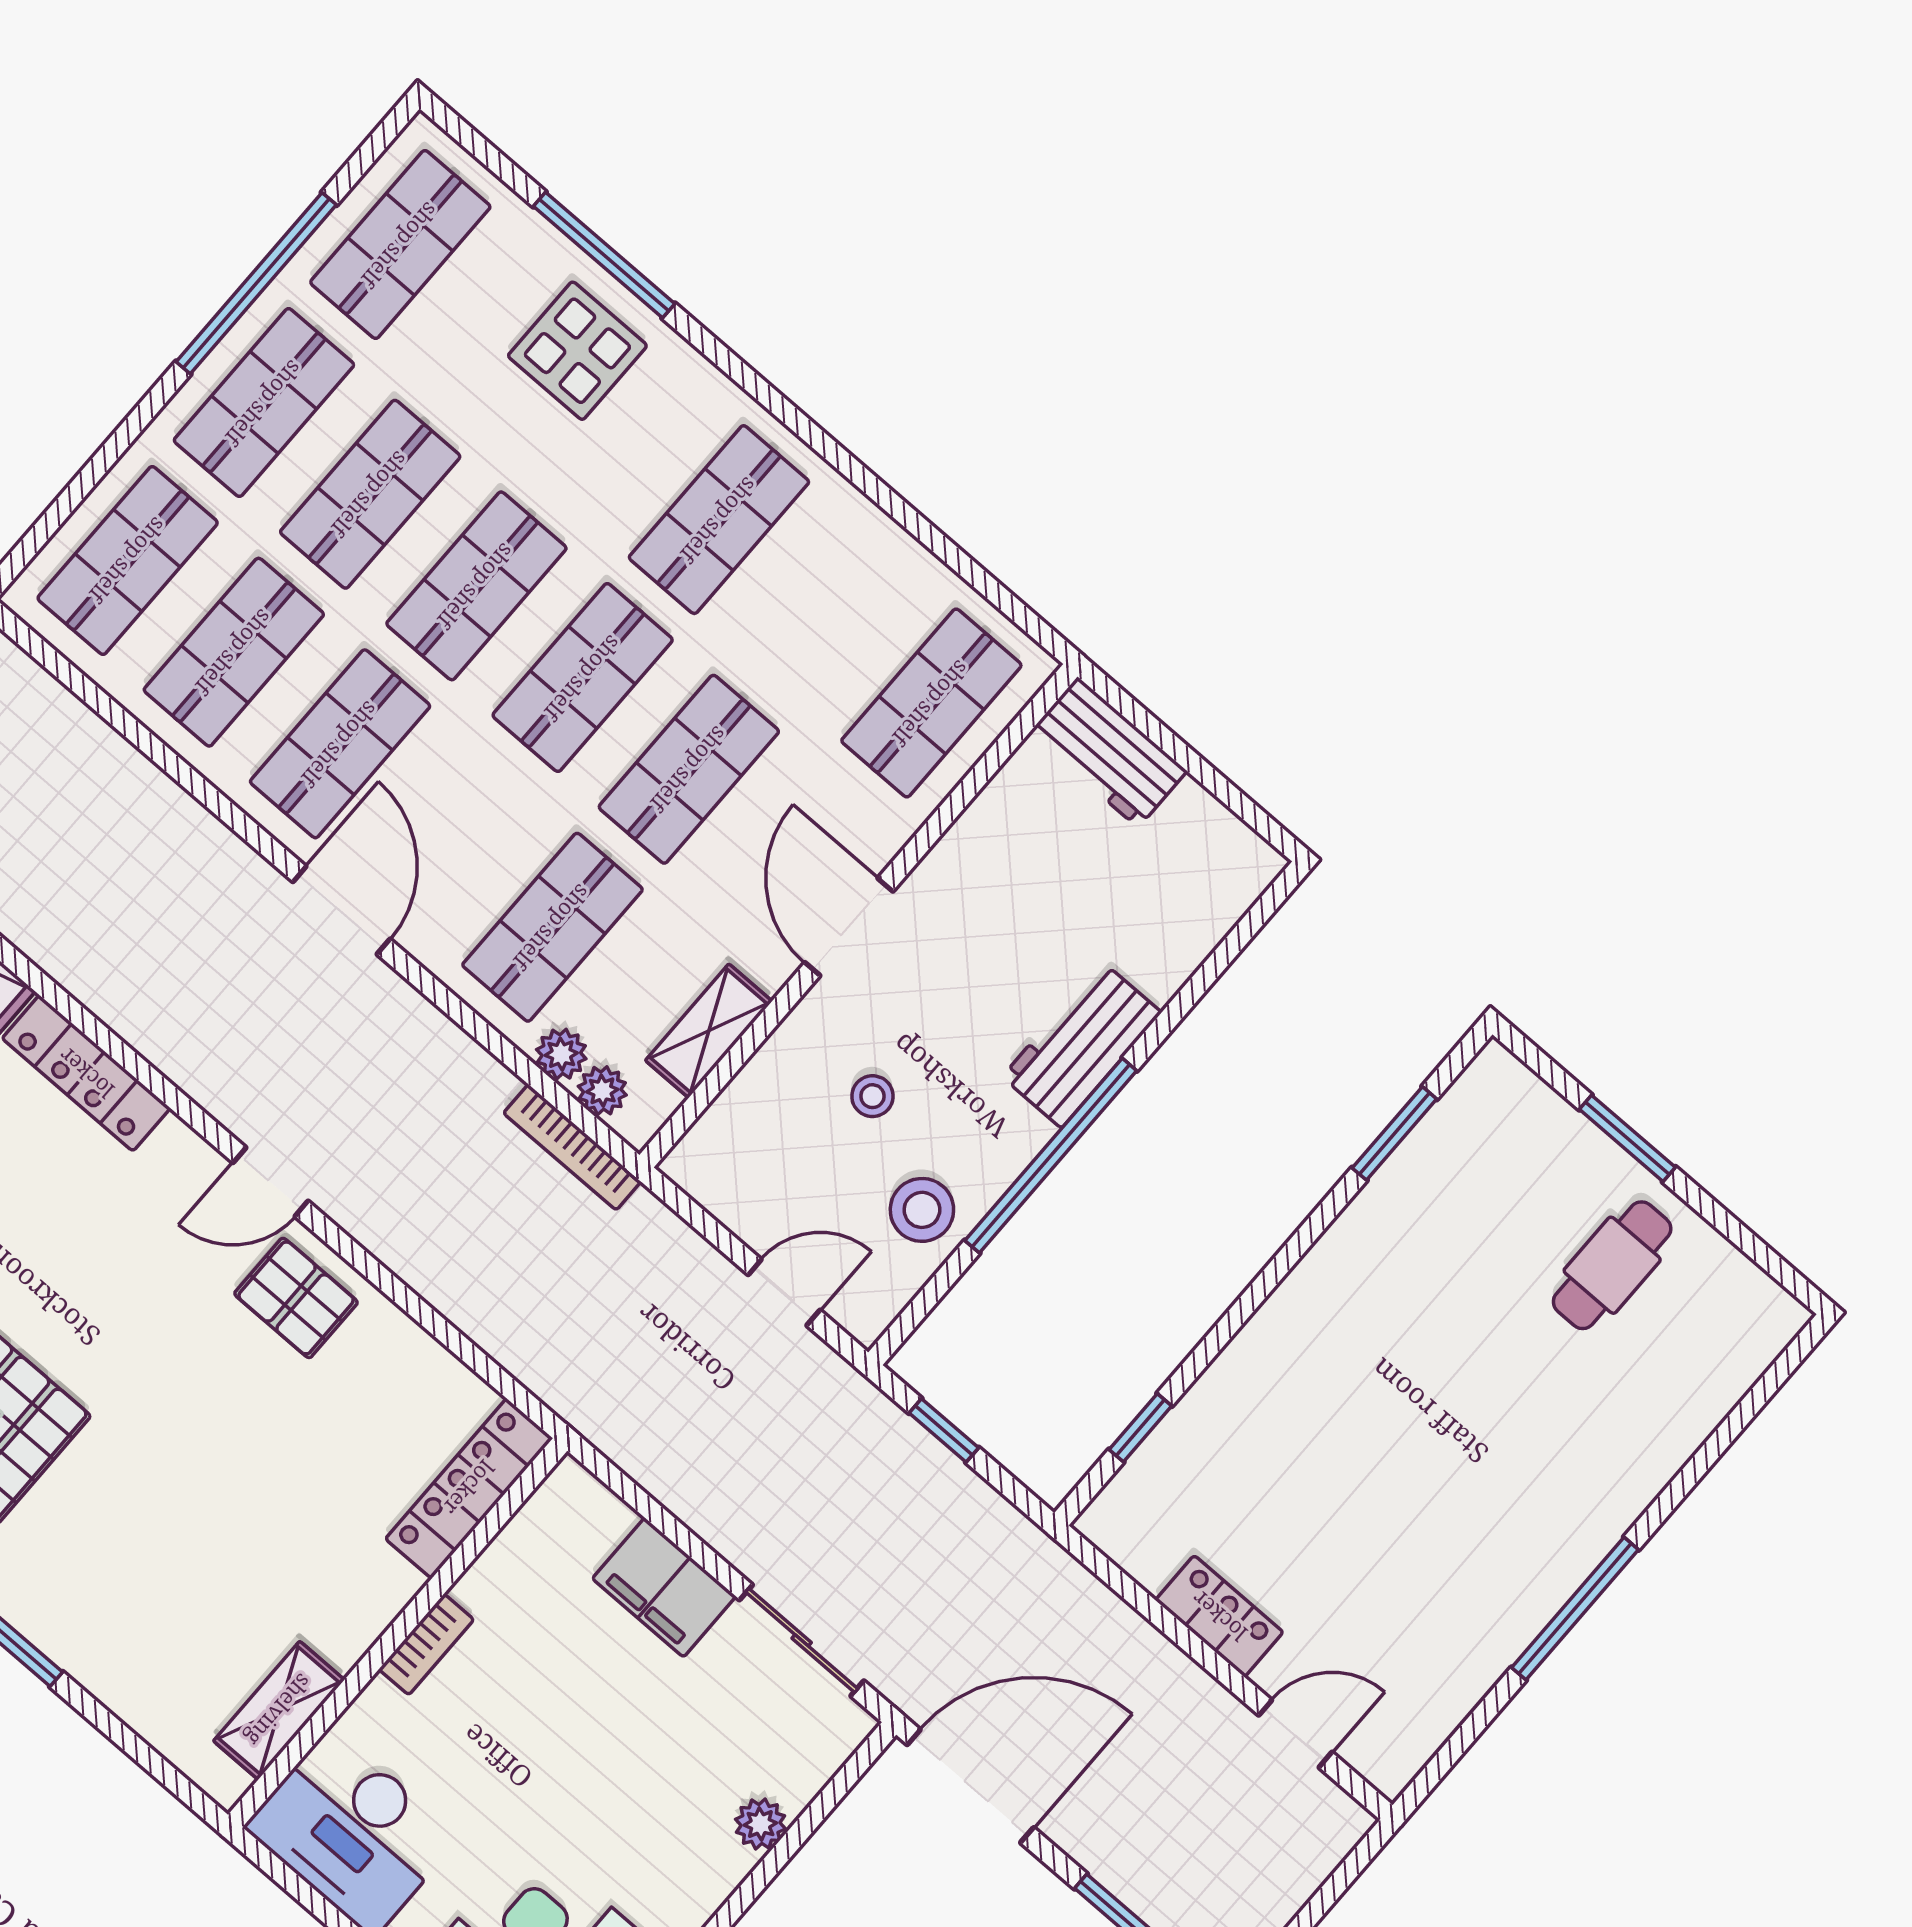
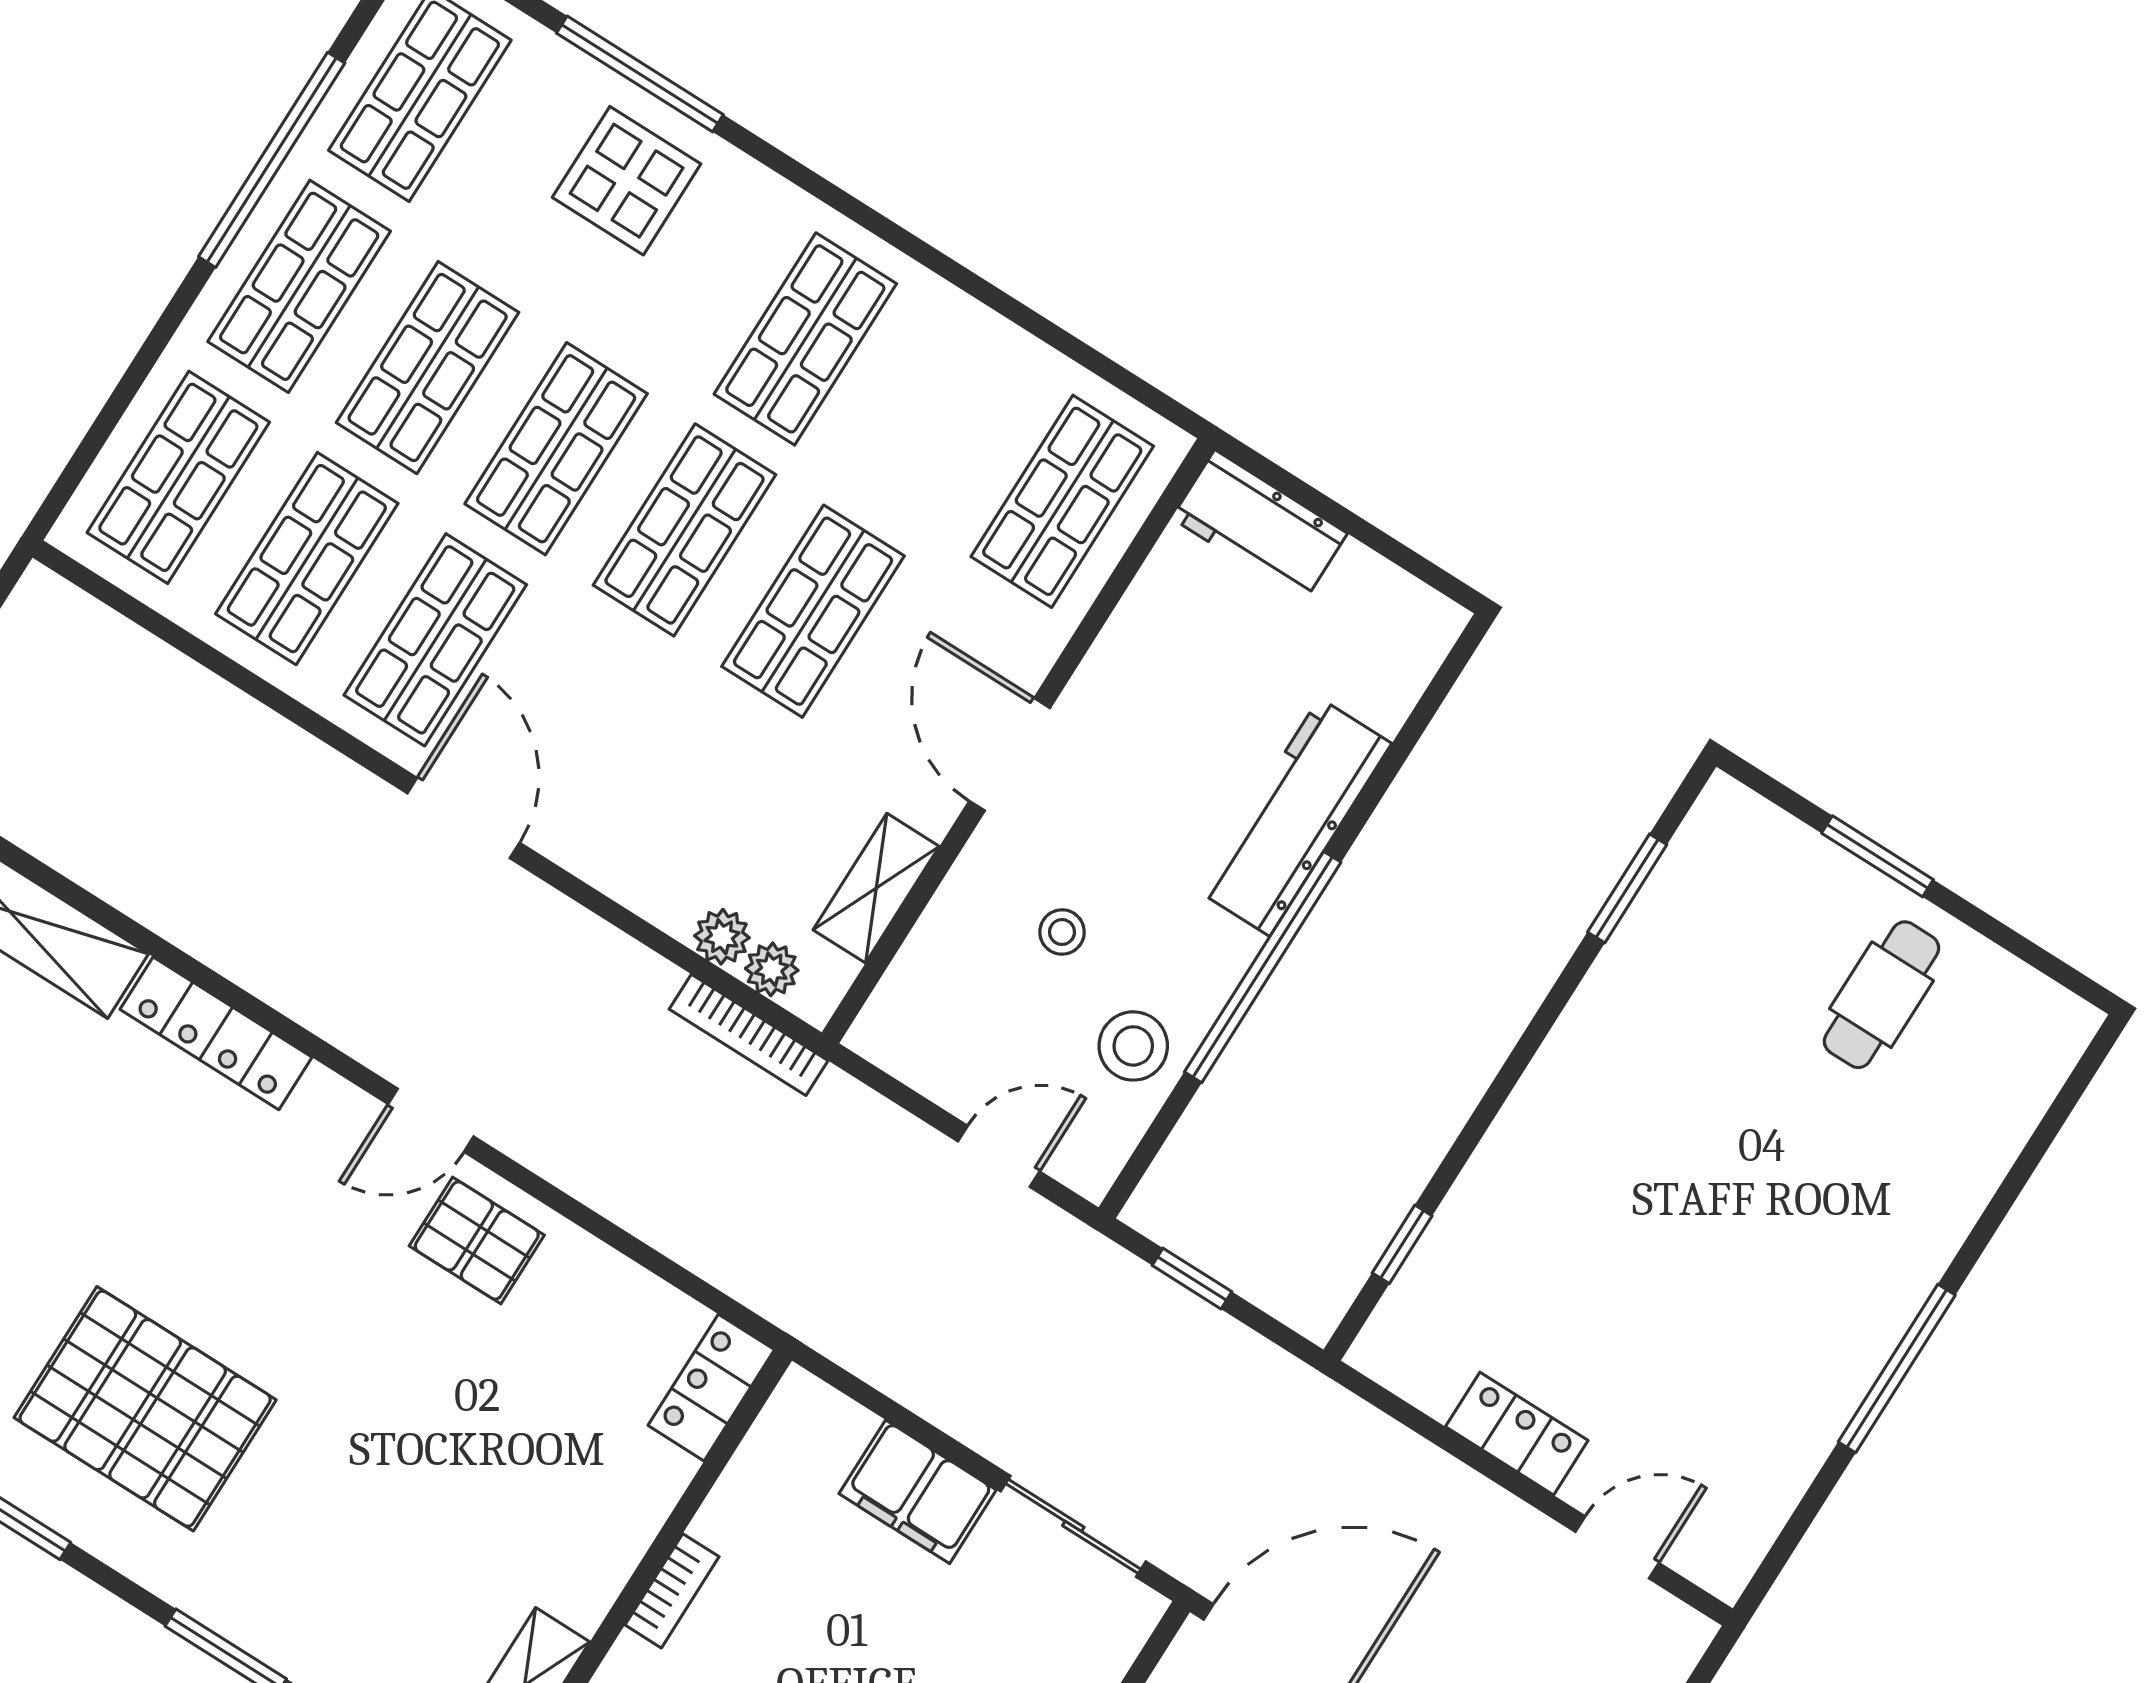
shop shelf: (552, 927) -> (692, 802), removed
workbench: (1082, 1045) -> (1295, 817), width x1.38
locker: (469, 1488) -> (711, 1388), width x0.66

